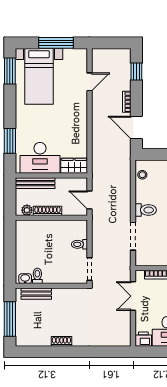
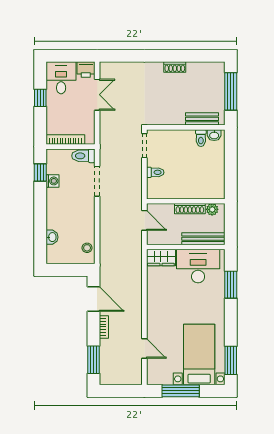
window: (136, 72) -> (93, 360), width x1.50
door: (89, 82) -> (144, 349), swing flipped
toilet: (146, 210) -> (83, 156), moved
double door: (133, 296) -> (97, 95), moved

